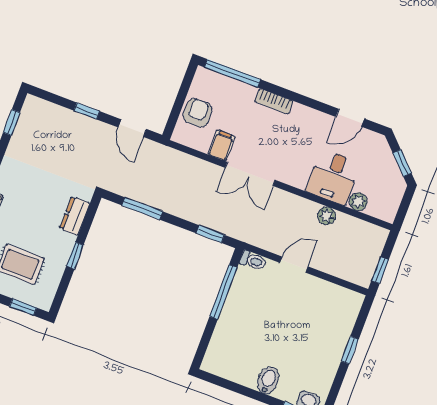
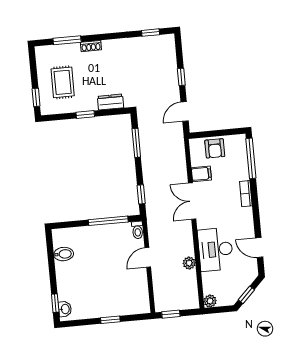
armchair: (197, 113) -> (215, 148), turned 90
desk: (333, 177) -> (215, 249), width x1.37
plant: (358, 202) -> (210, 301), moved
door: (294, 265) -> (148, 257), swing flipped
bidet: (268, 380) -> (64, 254), moved

